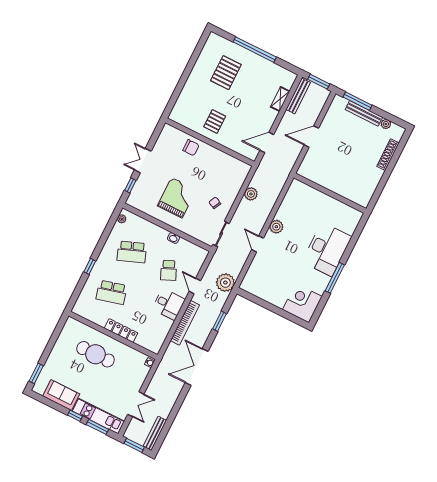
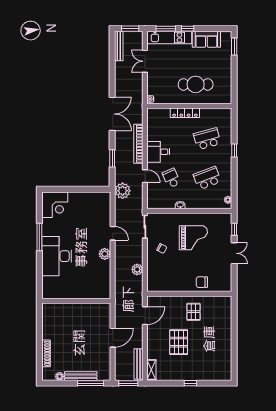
window: (255, 50) -> (190, 383), width x0.32
pallet: (226, 73) -> (179, 342), moved
shelving: (280, 99) -> (151, 370), moved
grand piano: (177, 198) -> (193, 238), turned -90

